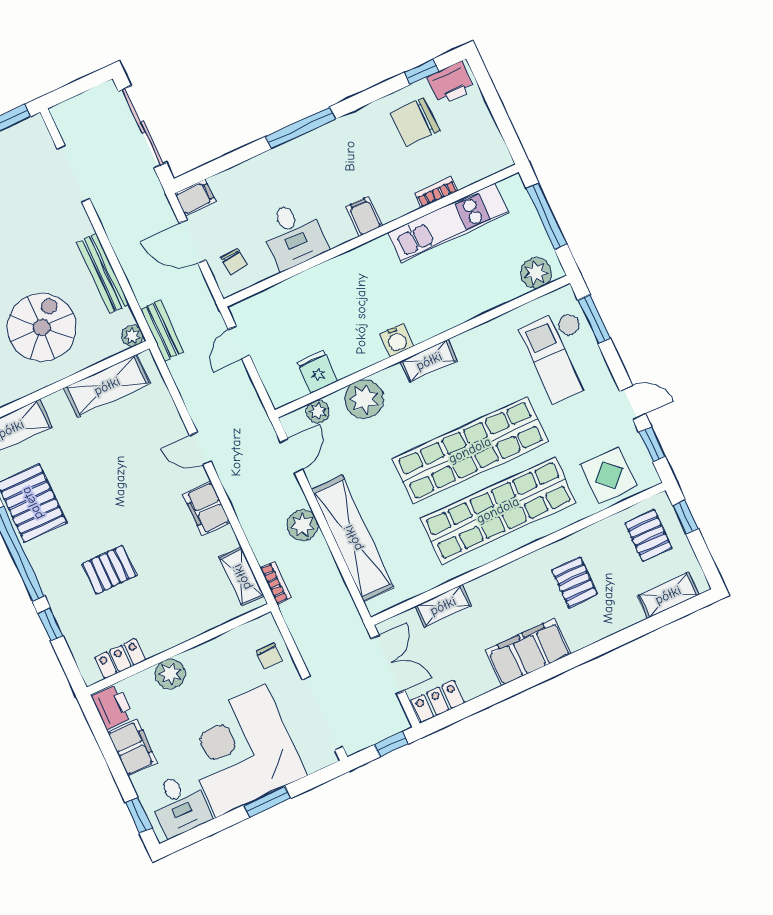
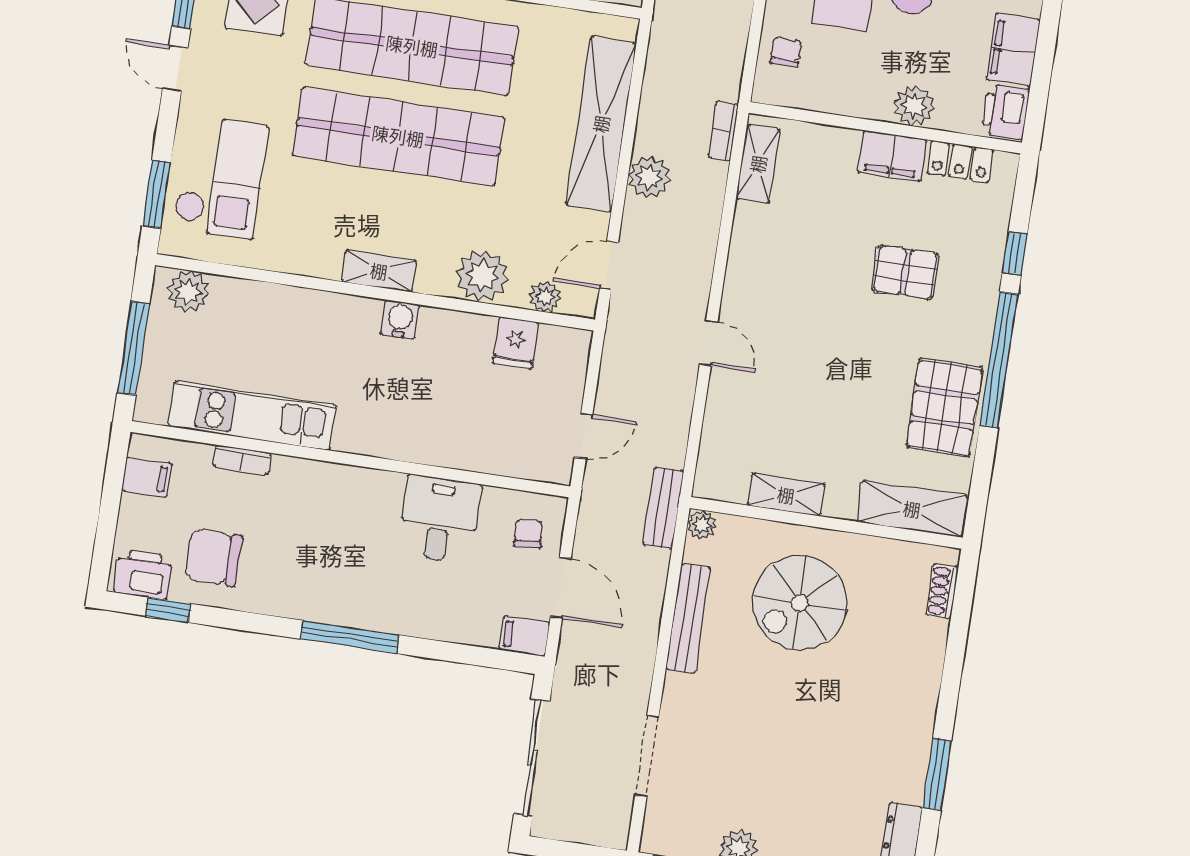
chair: (415, 122) -> (214, 557), turned 180
filing cabinet: (364, 216) -> (147, 477), moved, turned -90
shelving: (107, 386) -> (786, 495), width x0.67, depth x0.75
filing cabinet: (207, 508) -> (892, 156), moved, turned 90

